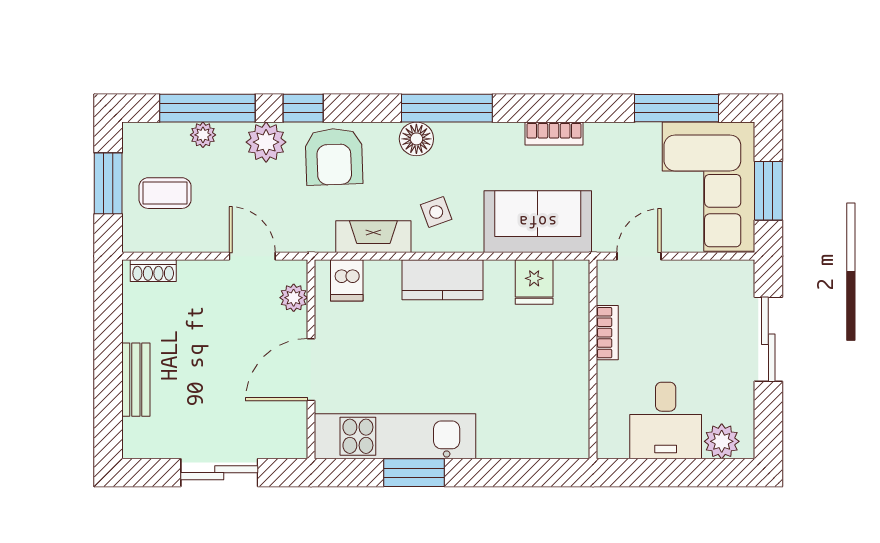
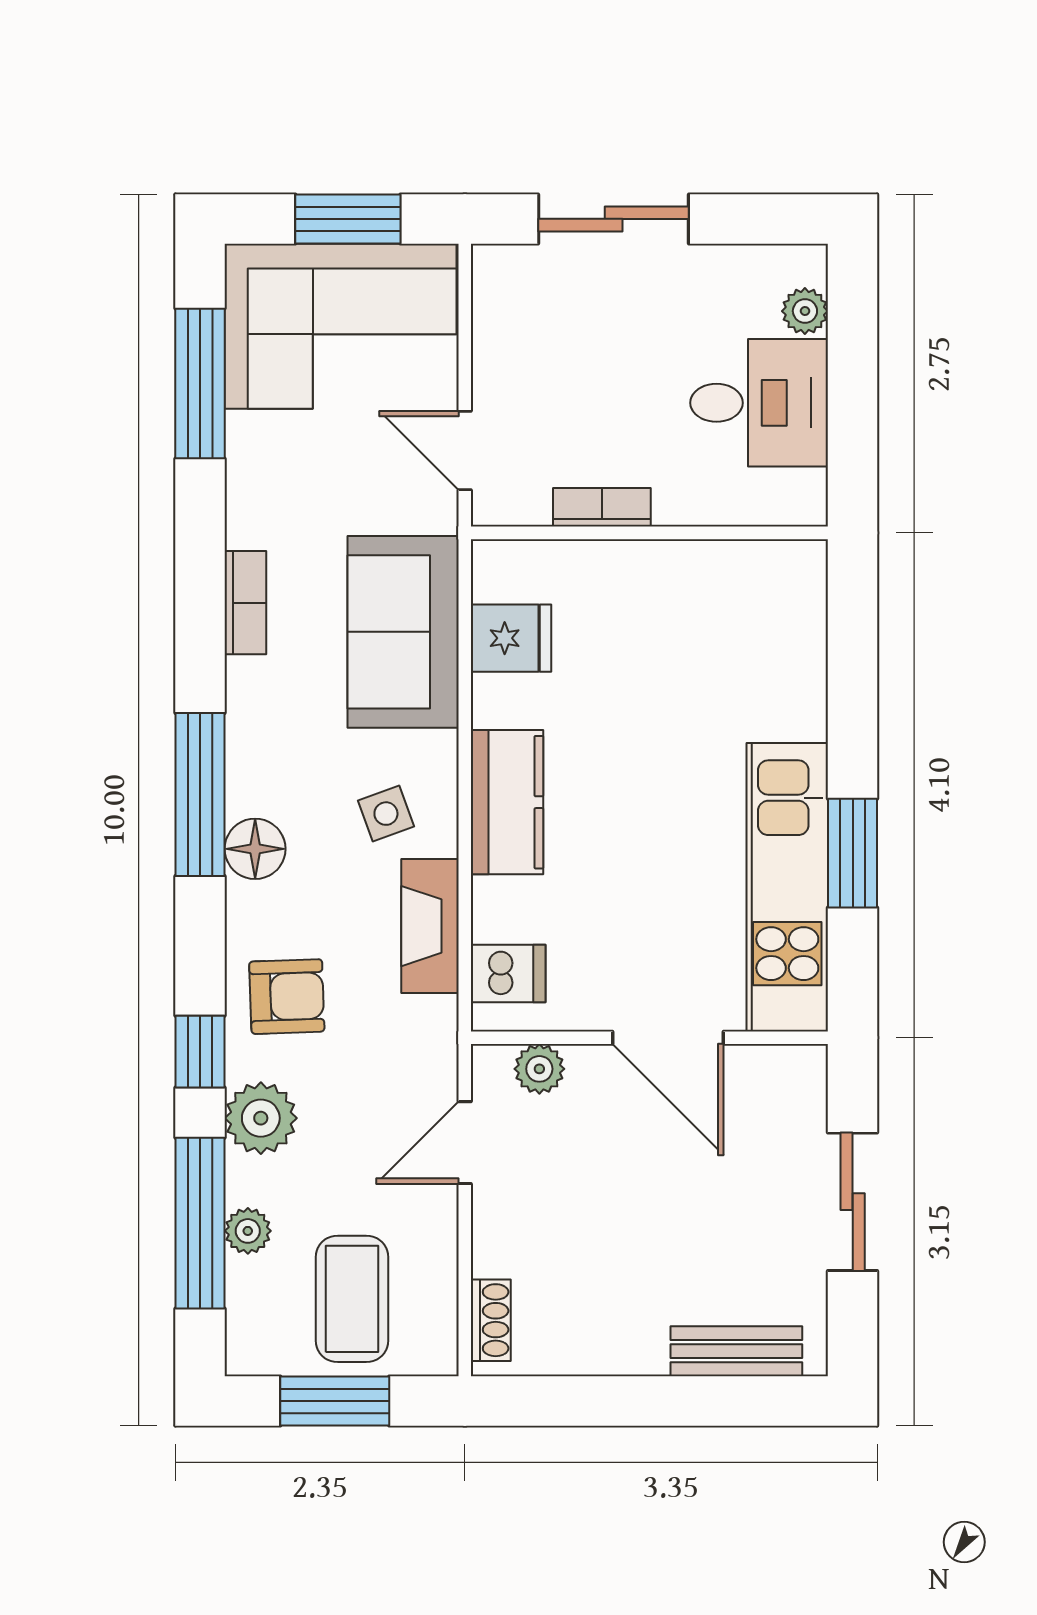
armchair: (334, 157) -> (287, 997), width x0.72, depth x0.72
coffee table: (165, 193) -> (352, 1299), width x1.36, depth x1.30
bench: (136, 380) -> (736, 1351), moved
plant: (722, 441) -> (805, 311), width x0.73, depth x0.73

